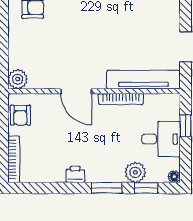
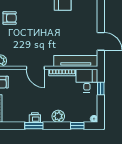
desk: (161, 139) -> (87, 81), moved, turned -90
plant: (135, 172) -> (58, 116), moved
window: (107, 188) -> (34, 126), moved

